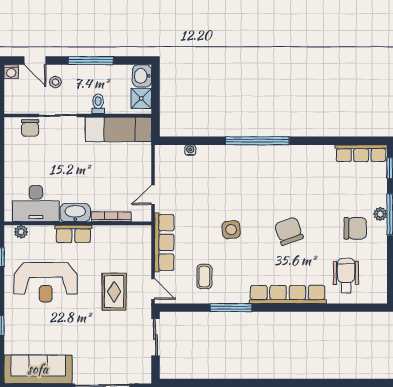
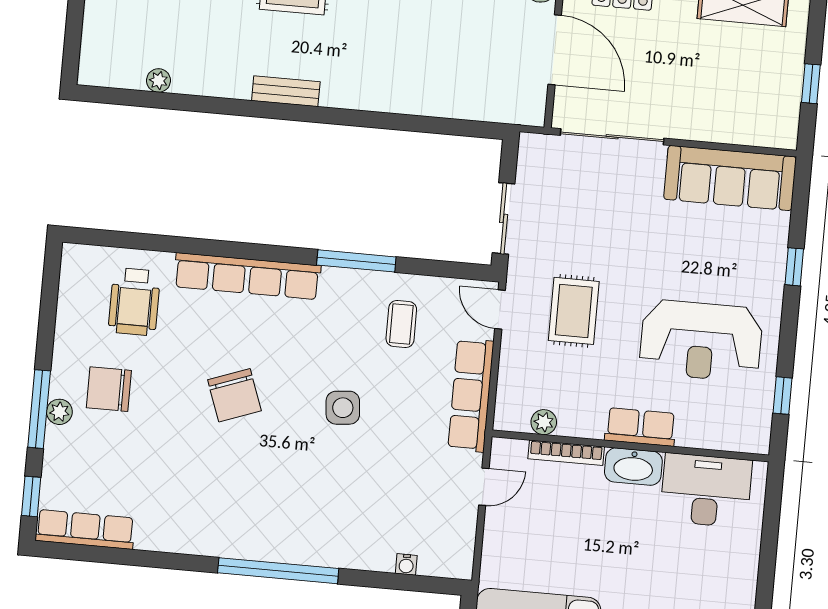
plant: (21, 232) -> (544, 422), moved
reception desk: (46, 282) -> (701, 341), turned 180

